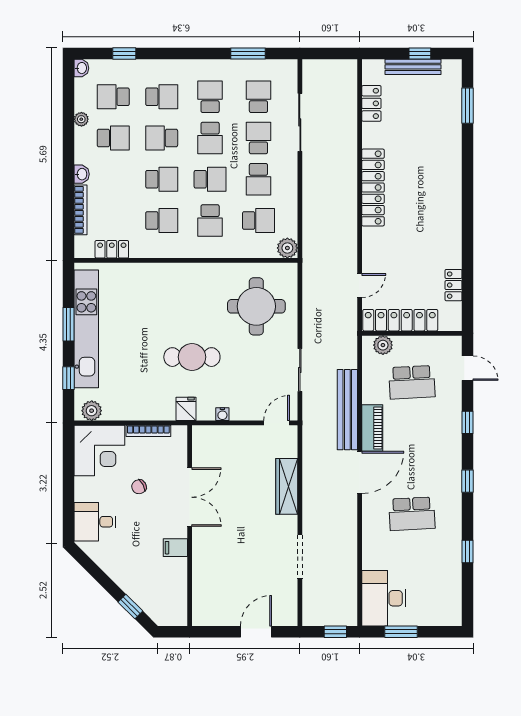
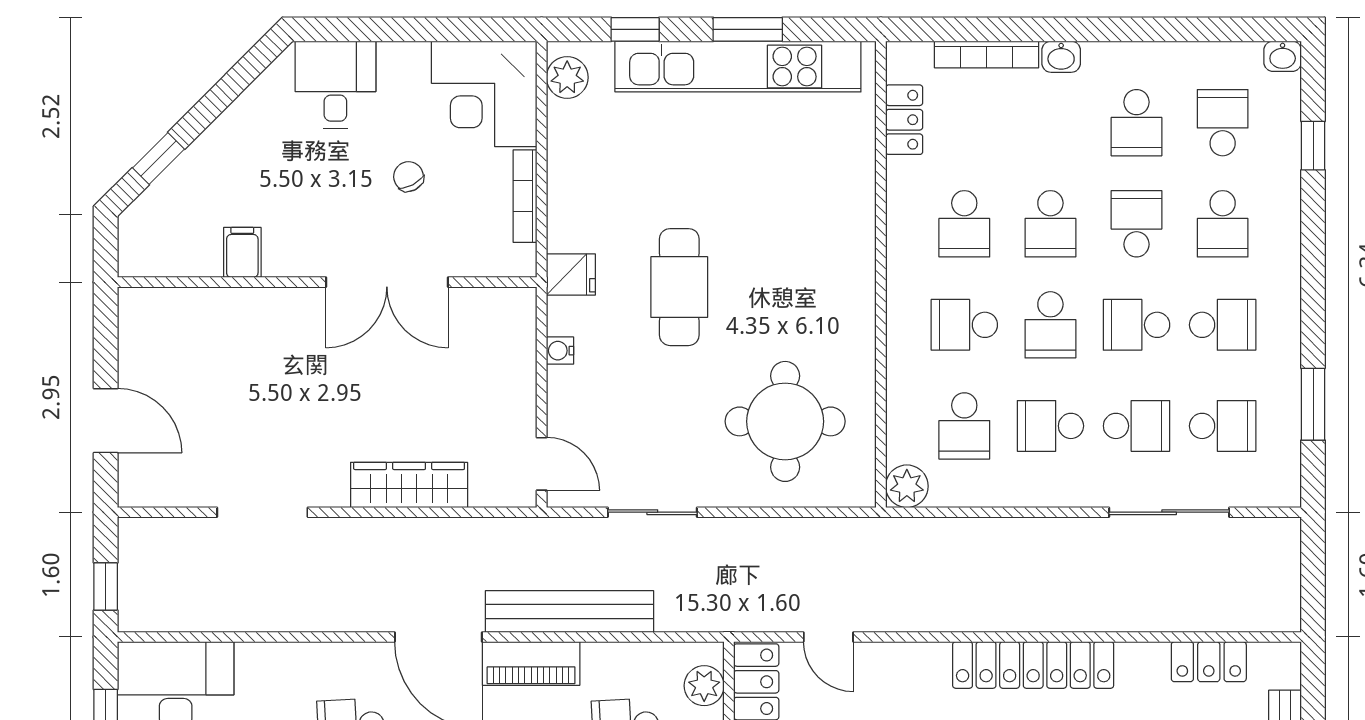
plant: (81, 119) -> (1176, 56), removed
filing cabinet: (175, 548) -> (242, 252), moved

